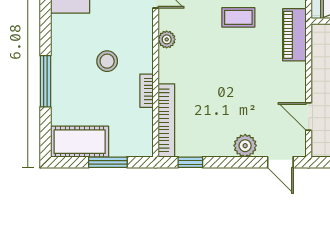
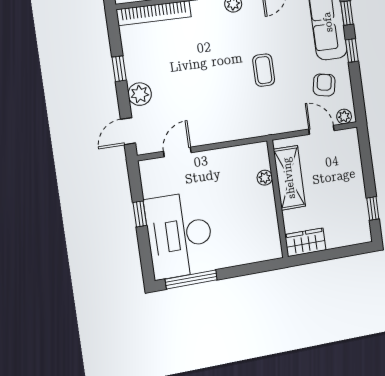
piano: (294, 35) -> (254, 126), removed
window: (190, 162) -> (119, 69), moved

